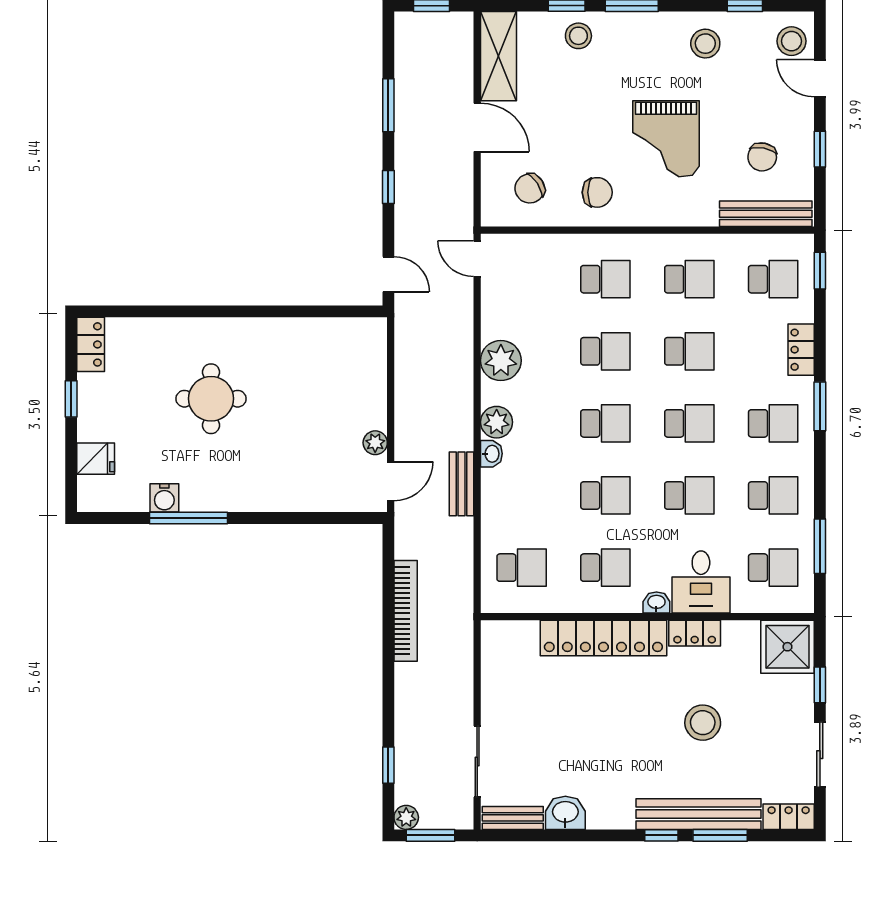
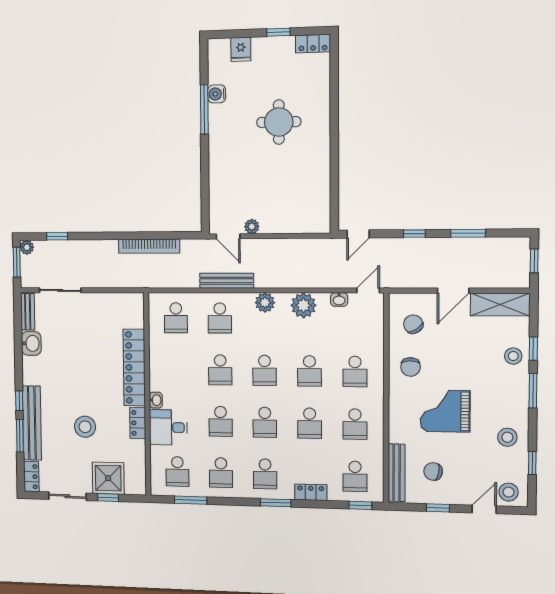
washbasin: (491, 454) -> (339, 300), moved
bench: (462, 484) -> (227, 281), width x1.36
school desk: (605, 568) -> (220, 318), moved
shower: (787, 647) -> (108, 478), moved

